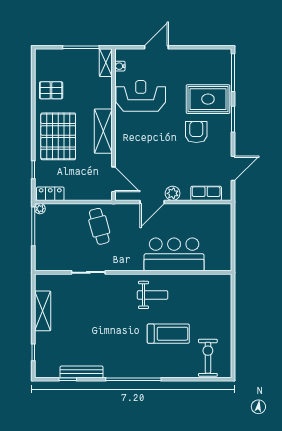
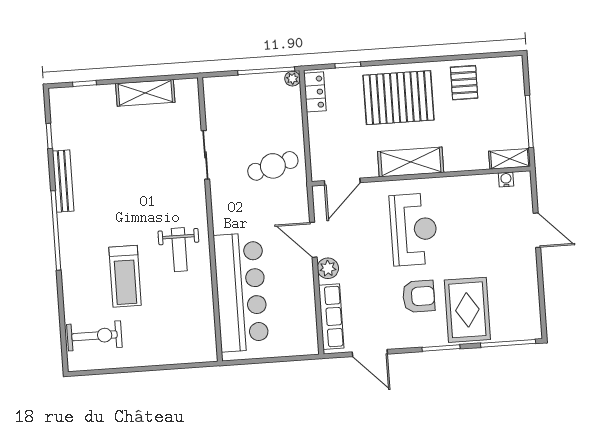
reception desk: (141, 96) -> (414, 229), moved
row of seats: (206, 193) -> (331, 317), width x1.48
bar counter: (174, 254) -> (241, 292), width x1.36
bench: (82, 372) -> (63, 181), moved

